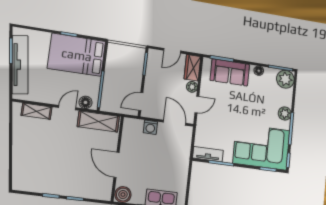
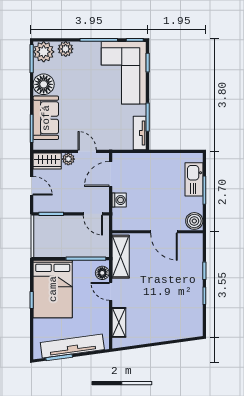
floor lamp: (259, 71) -> (44, 84), width x1.89, depth x1.89
plant: (285, 113) -> (66, 49), moved
door: (116, 165) -> (164, 232), hinge flipped

